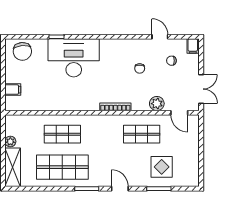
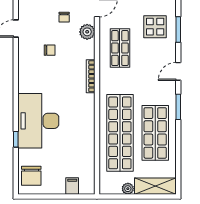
chair: (22, 51) -> (31, 176), turned 95
chair: (171, 61) -> (64, 17), moved
shop shelf: (62, 134) -> (120, 133), width x2.00, depth x1.36

